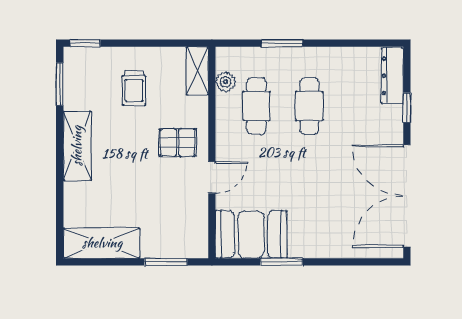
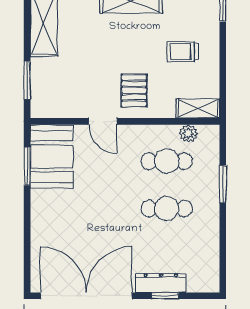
dresser: (392, 76) -> (161, 283), moved
window: (282, 262) -> (27, 166), moved

